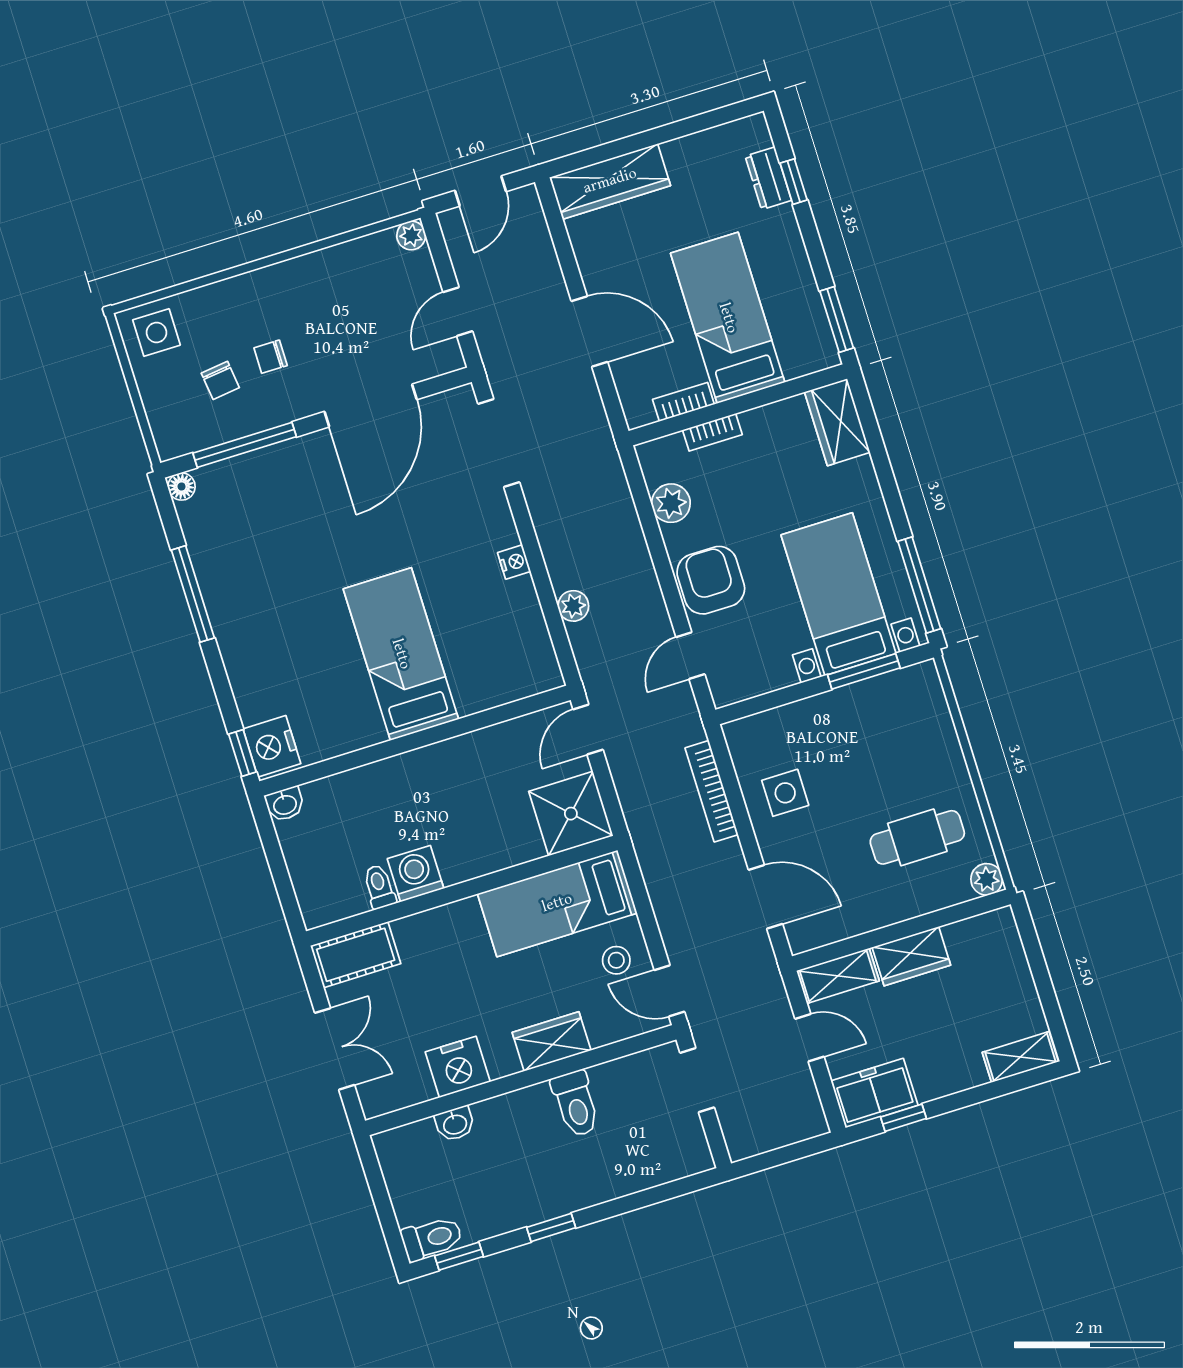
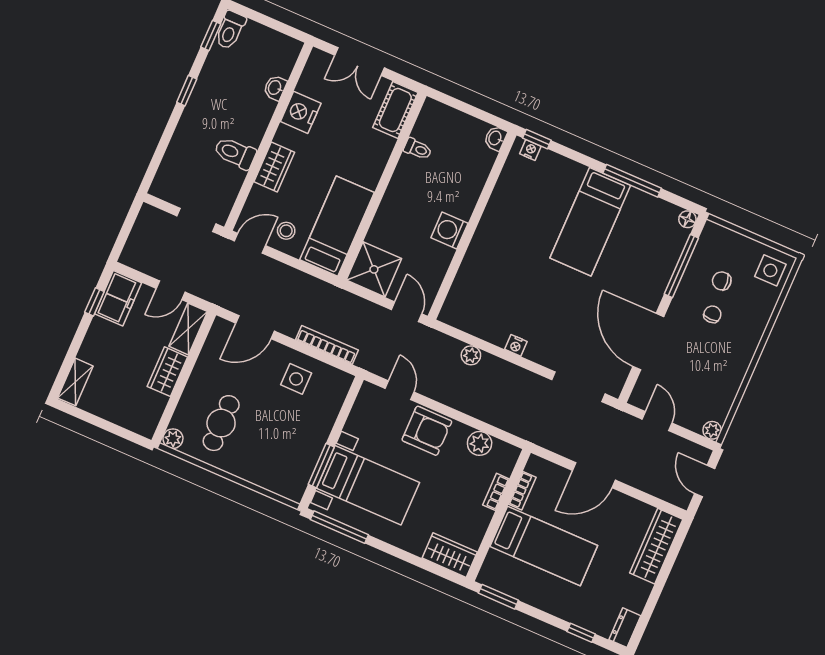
dresser: (768, 178) -> (625, 628), moved, turned -90
bed: (401, 654) -> (590, 222), moved, turned 90
nightstand: (272, 746) -> (530, 150), width x0.53, depth x0.56
washing machine: (415, 874) -> (449, 230), moved, turned 180

